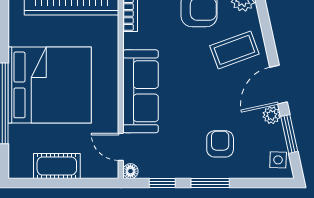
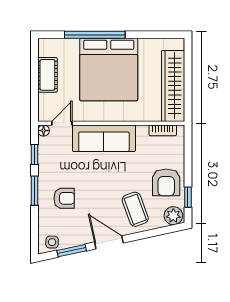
plant: (272, 115) -> (86, 237), removed

